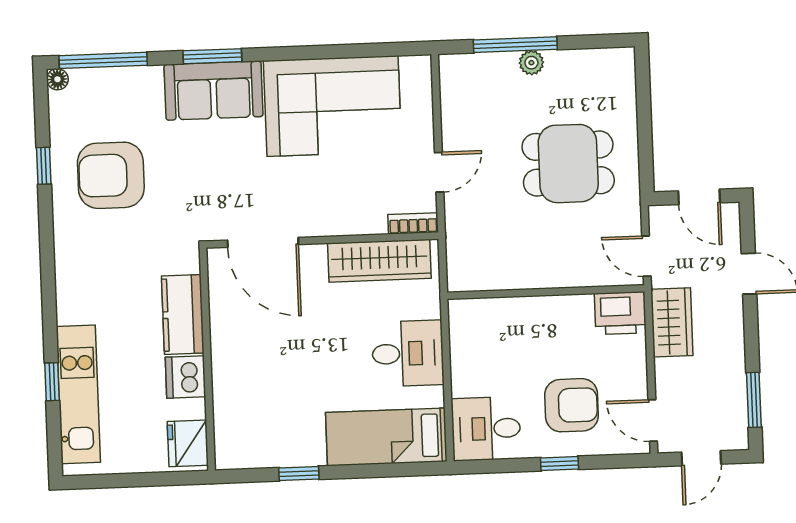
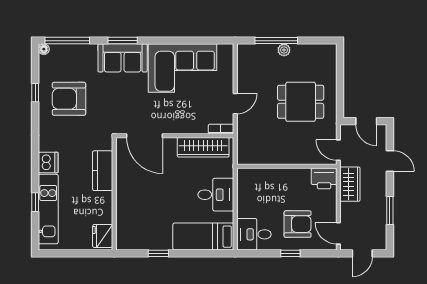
dishwasher: (185, 377) -> (48, 162), moved, turned 180
window: (754, 400) -> (390, 210), moved

